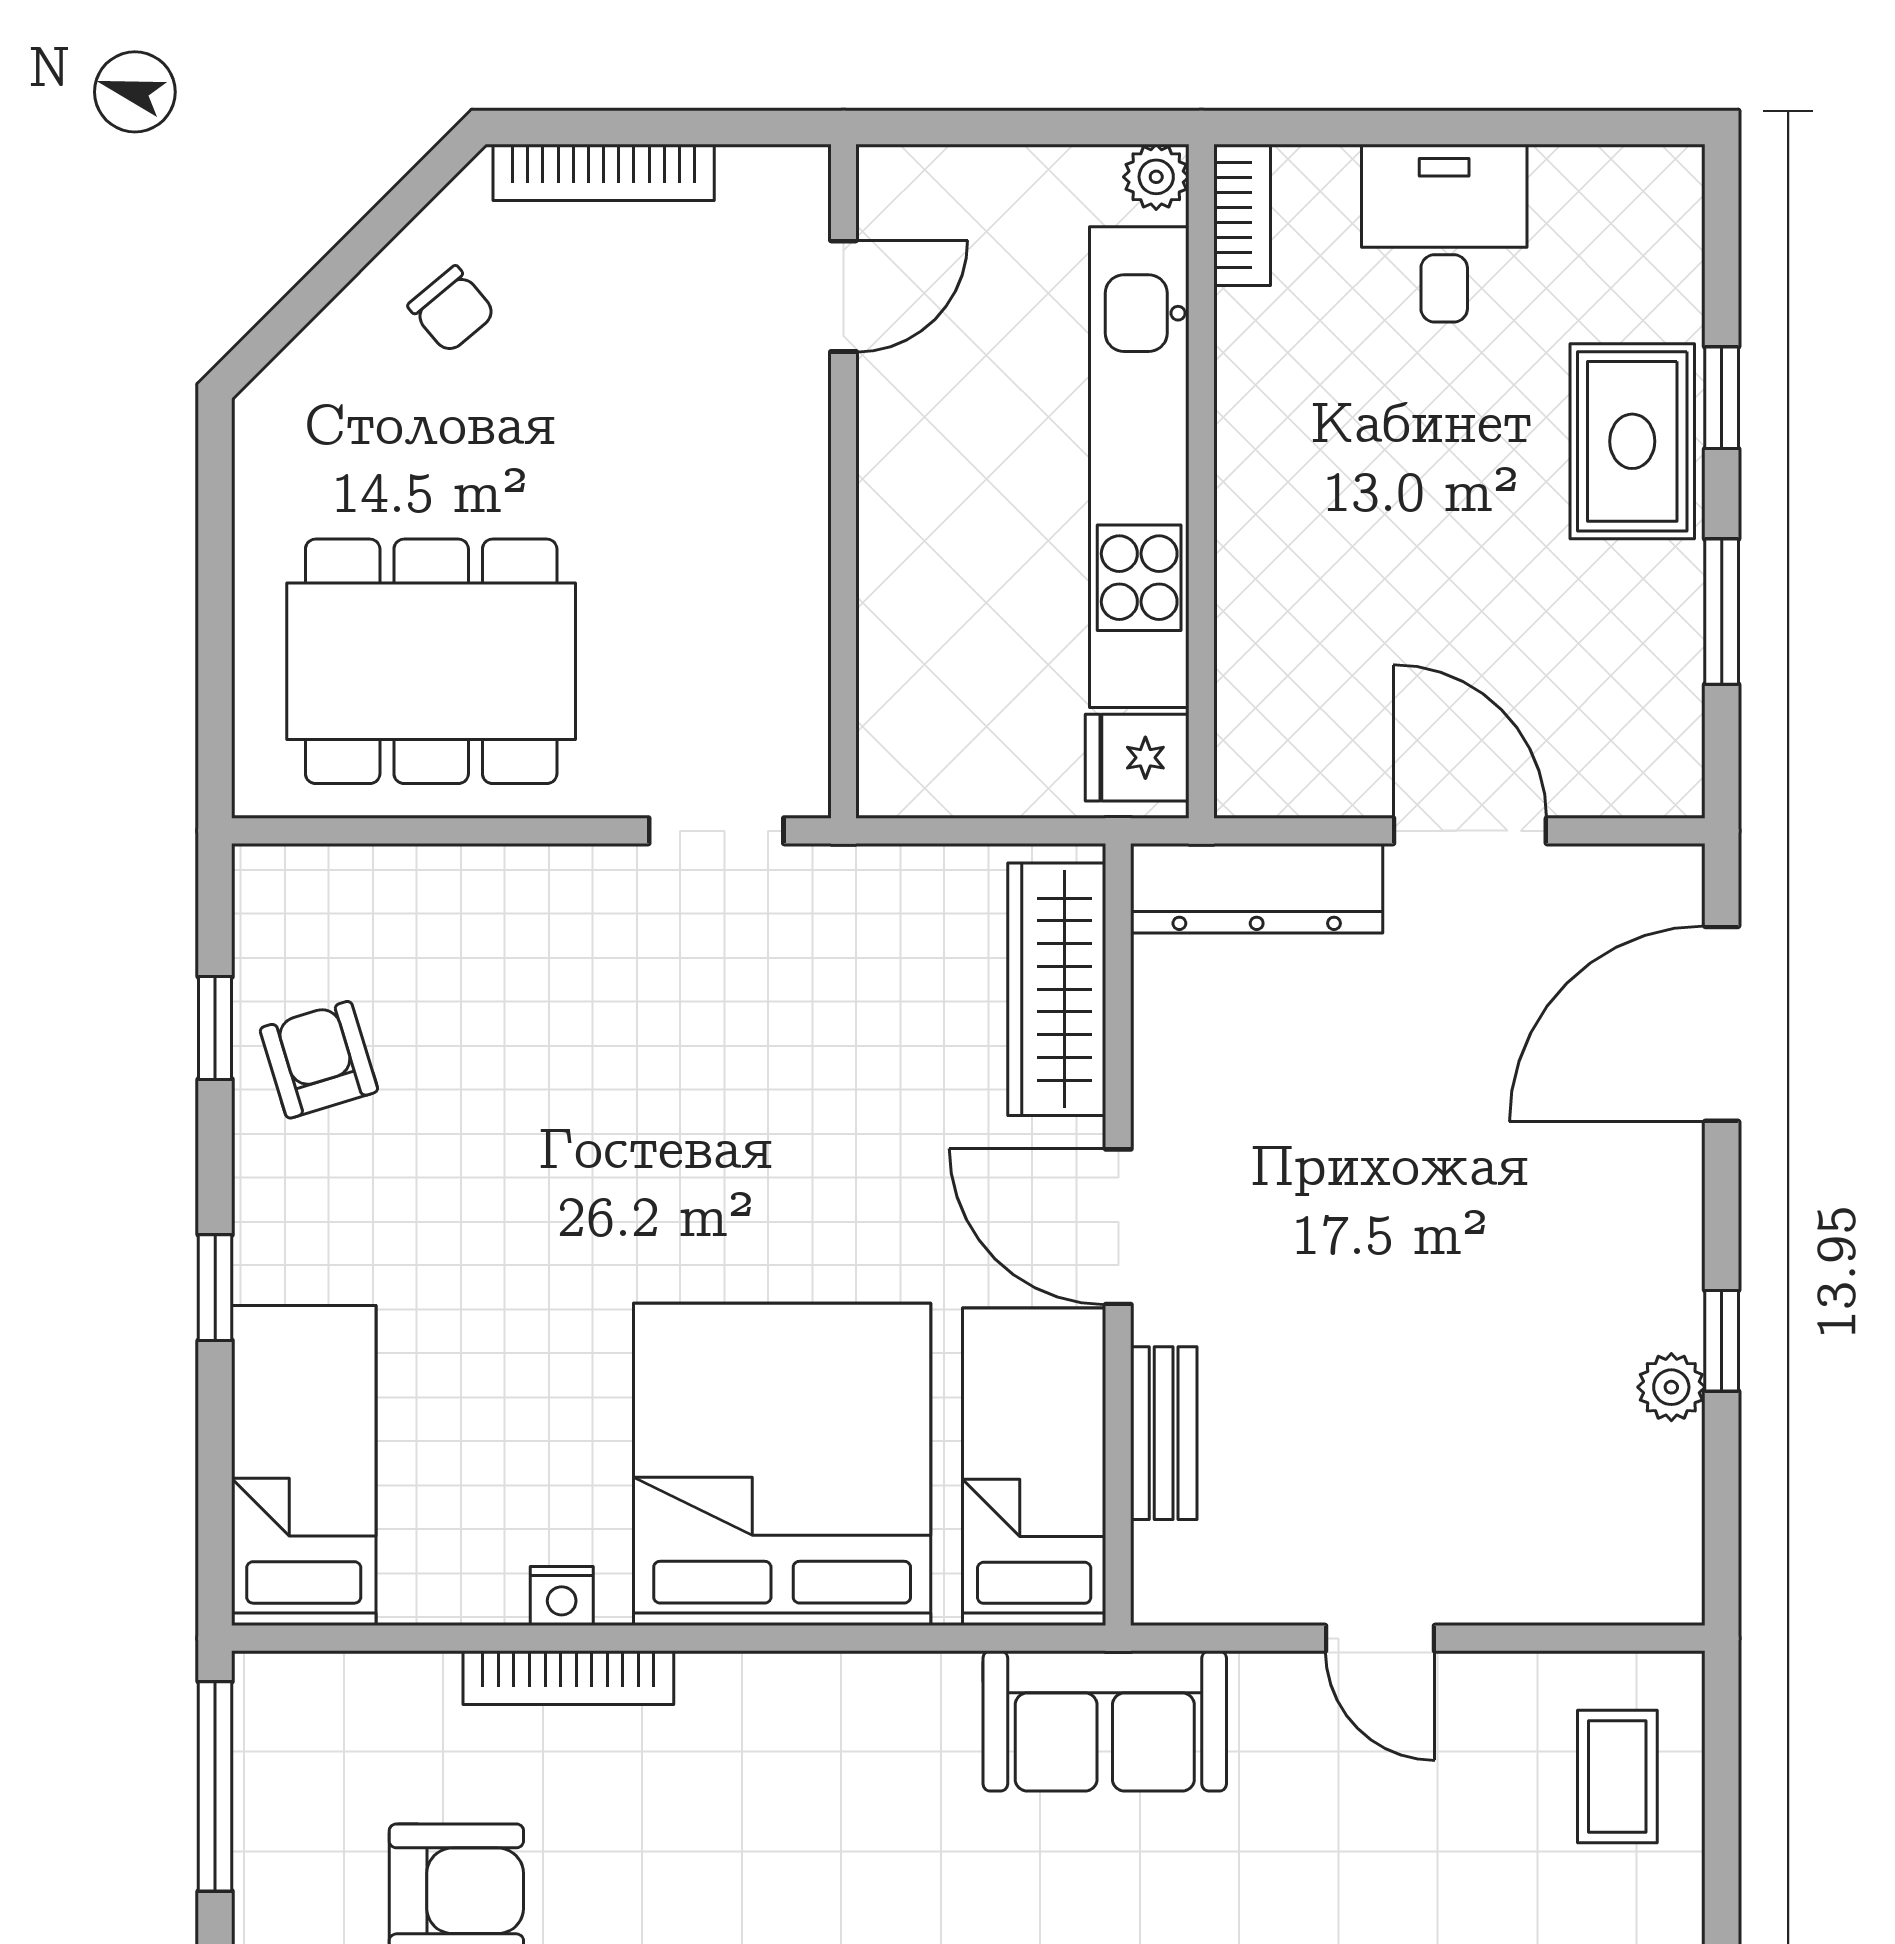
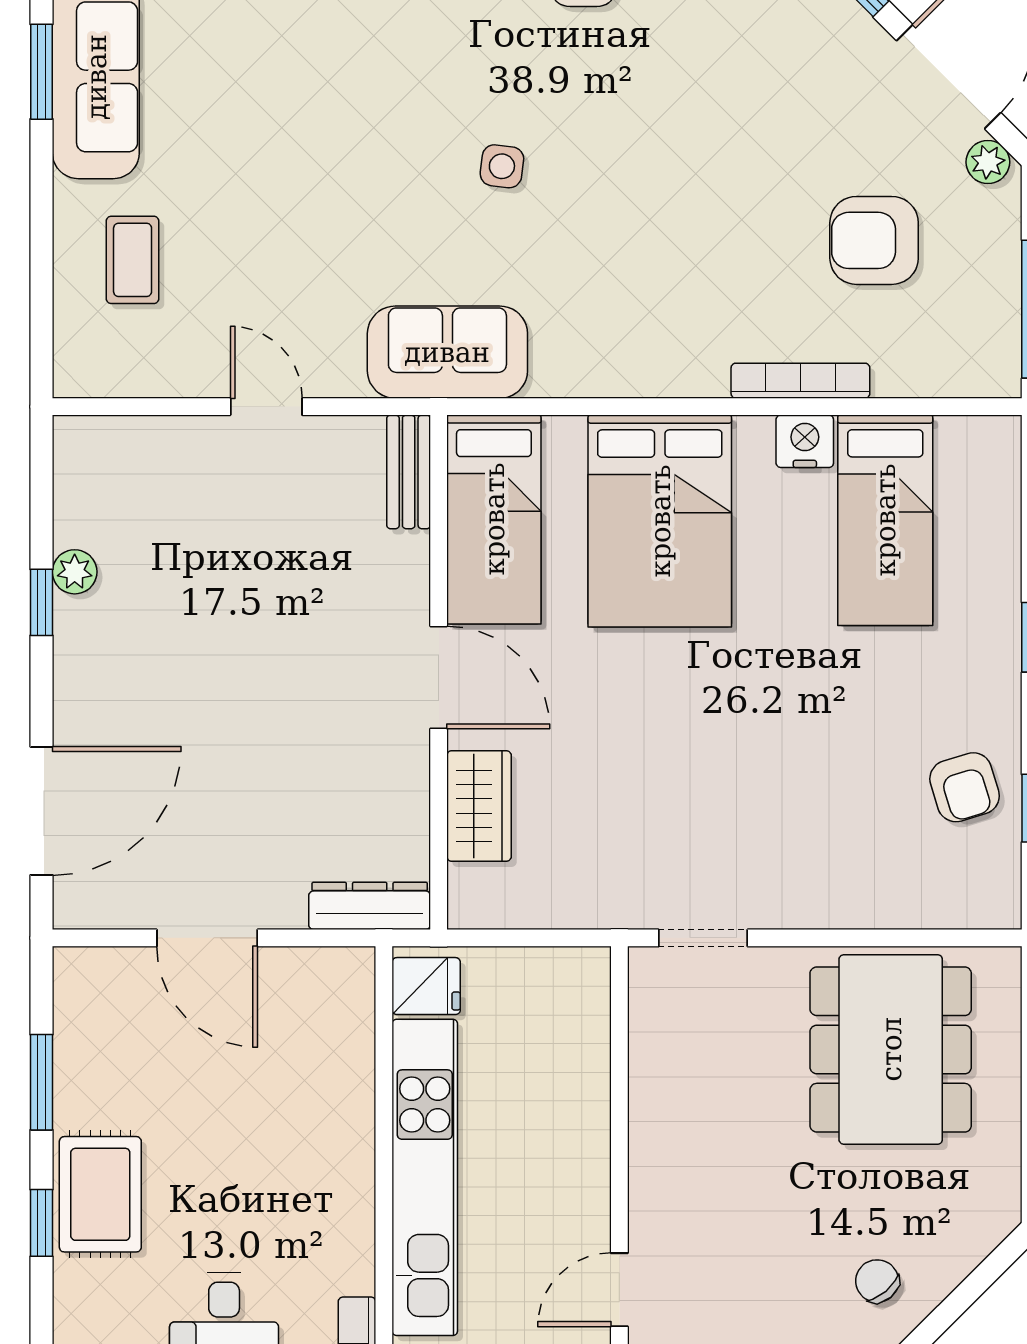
dining table: (431, 661) -> (891, 1049), turned 90
dresser: (1257, 888) -> (370, 906), width x0.73, depth x0.80
wardrobe: (1057, 989) -> (479, 806), width x0.67
bench: (1164, 1433) -> (409, 472), moved
bed: (782, 1464) -> (660, 521), width x0.73
bed: (304, 1466) -> (885, 520), moved
nightstand: (562, 1596) -> (805, 441), width x1.39, depth x1.35
coffee table: (1617, 1776) -> (133, 260), moved

